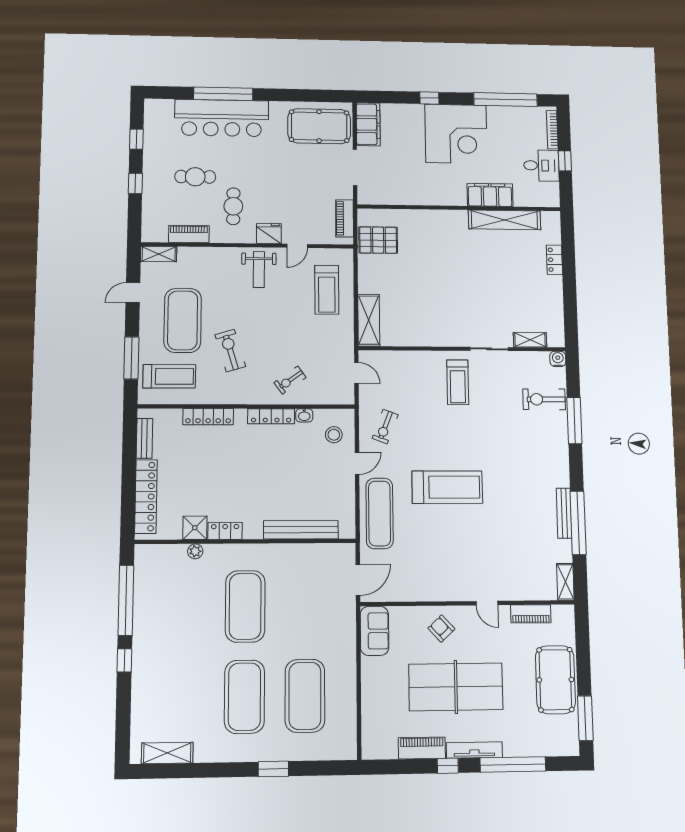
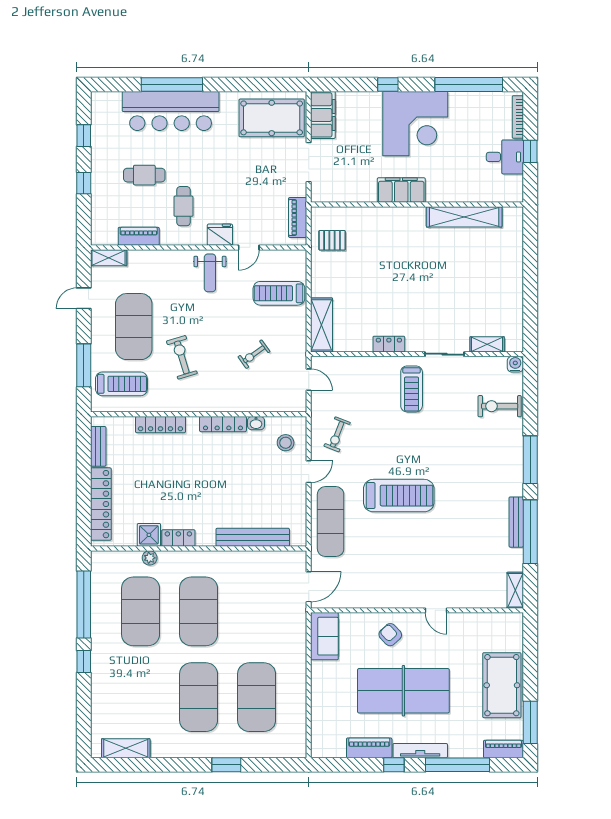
filing cabinet: (490, 195) -> (401, 190), moved
pallet: (378, 240) -> (332, 240), width x0.67, depth x0.71
locker: (554, 260) -> (389, 344), moved, turned 90
treadmill: (327, 290) -> (279, 293), turned 90
exercise bike: (290, 380) -> (254, 354), moved
window: (574, 421) -> (530, 460), moved
exercise mat: (185, 607) -> (141, 611), added
piano: (531, 614) -> (503, 749), moved, turned 180

